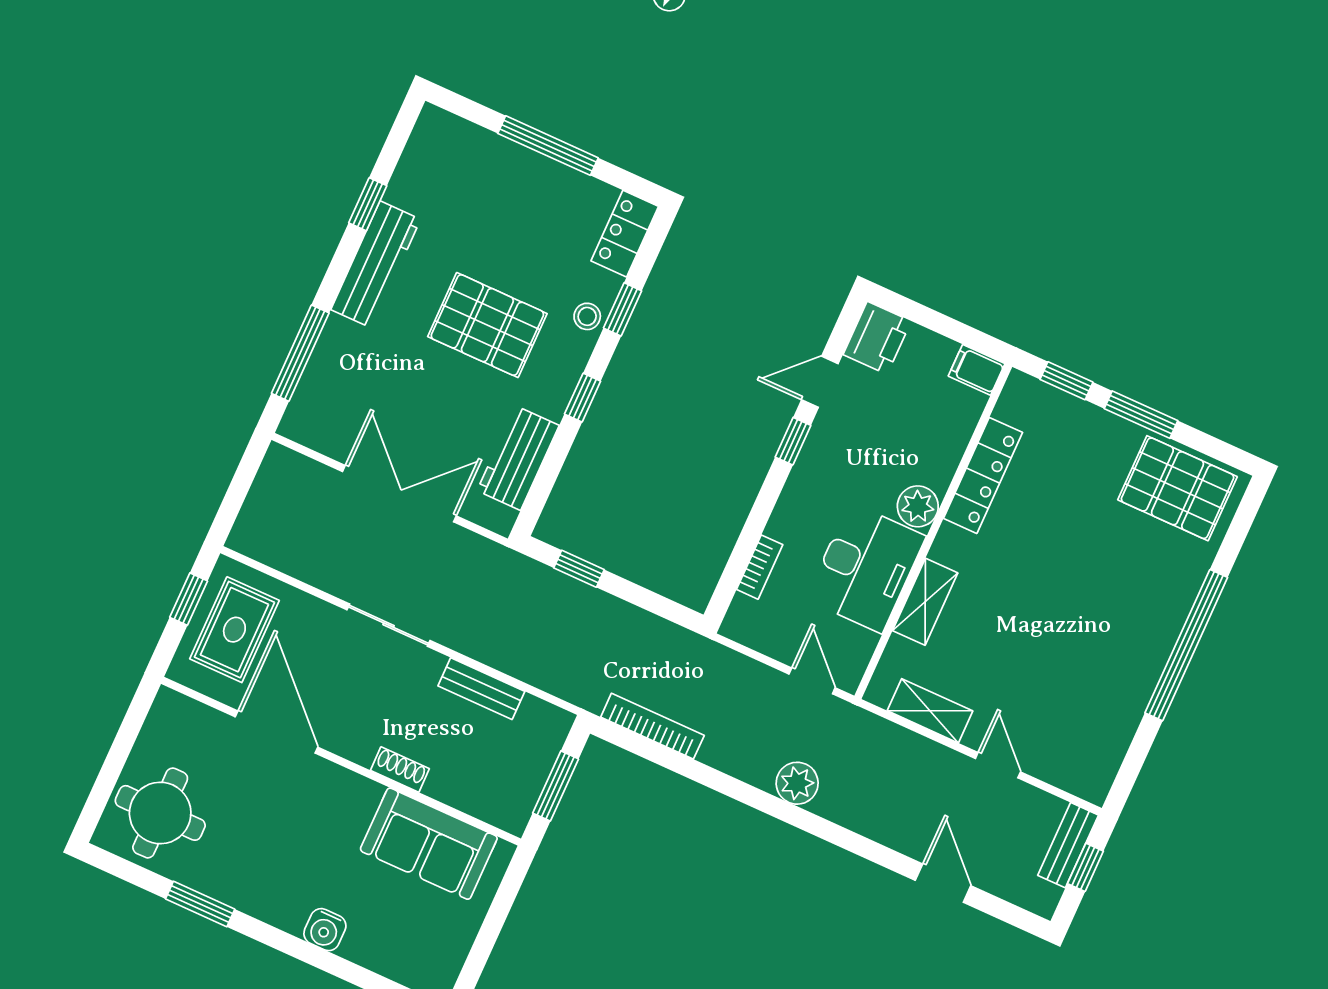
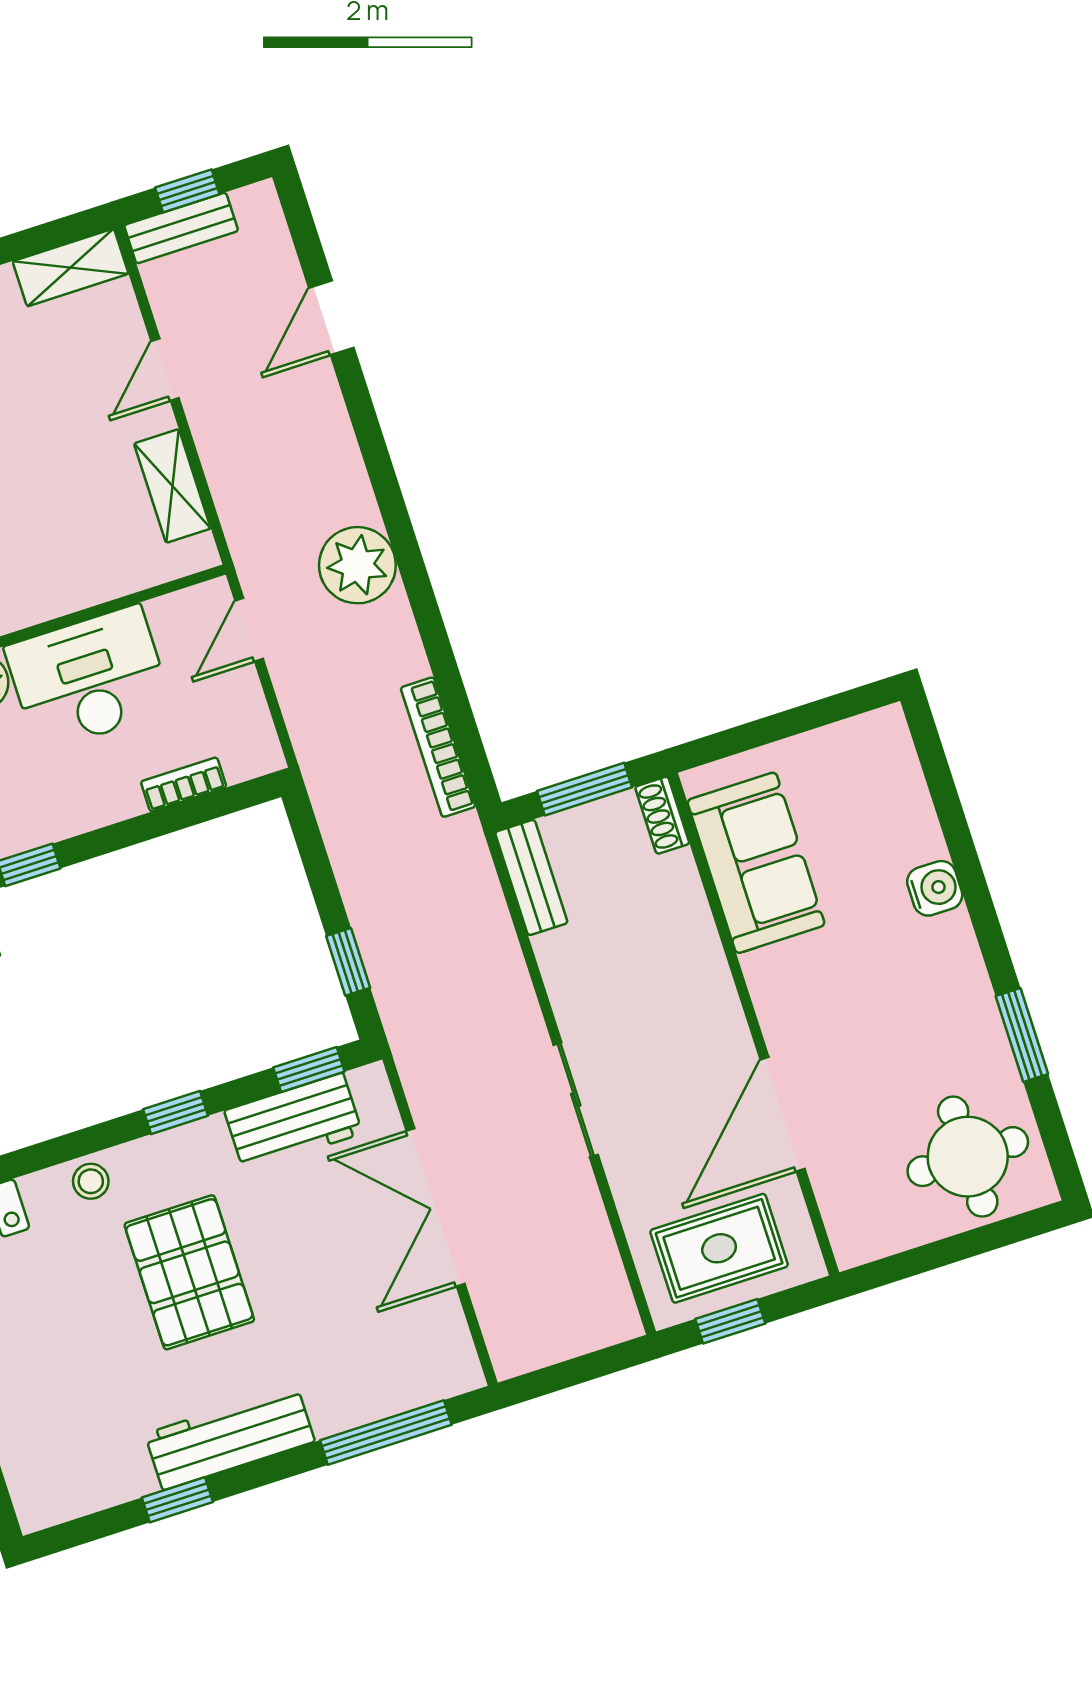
window: (623, 309) -> (309, 1069), moved
shelving: (925, 602) -> (71, 267), moved
bench: (481, 689) -> (531, 877), moved
shoe rack: (400, 769) -> (662, 815), moved
plant: (797, 783) -> (357, 565), width x1.36, depth x1.36

